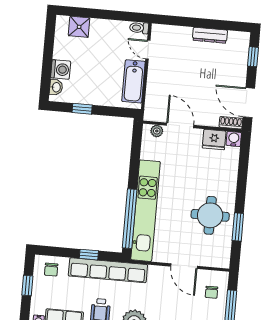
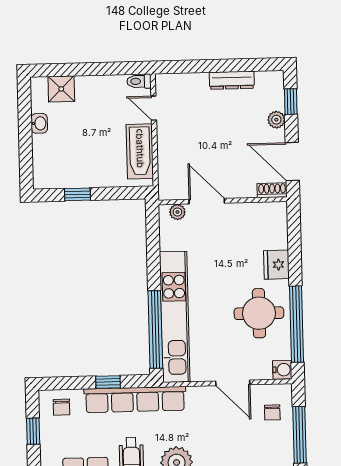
washing machine: (61, 69) -> (44, 147), removed
plant: (240, 69) -> (276, 120), added
washbasin: (56, 87) -> (39, 123), moved
water cooler: (234, 139) -> (282, 370), moved, turned 90
fridge: (214, 140) -> (276, 265), moved, turned 90
window: (238, 227) -> (297, 324), width x2.11

